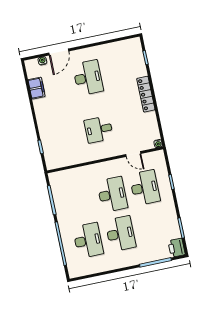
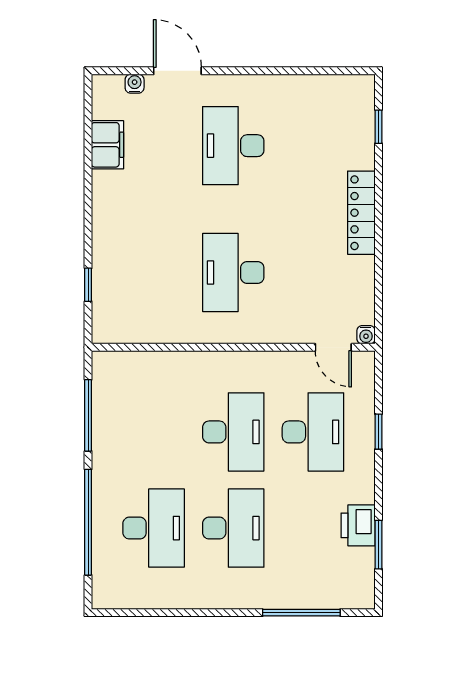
door: (59, 52) -> (177, 71), swing flipped
desk: (88, 78) -> (233, 146), turned 180
desk: (99, 129) -> (233, 272), width x1.37
door: (133, 154) -> (333, 347), moved
printer: (177, 248) -> (358, 525), moved

